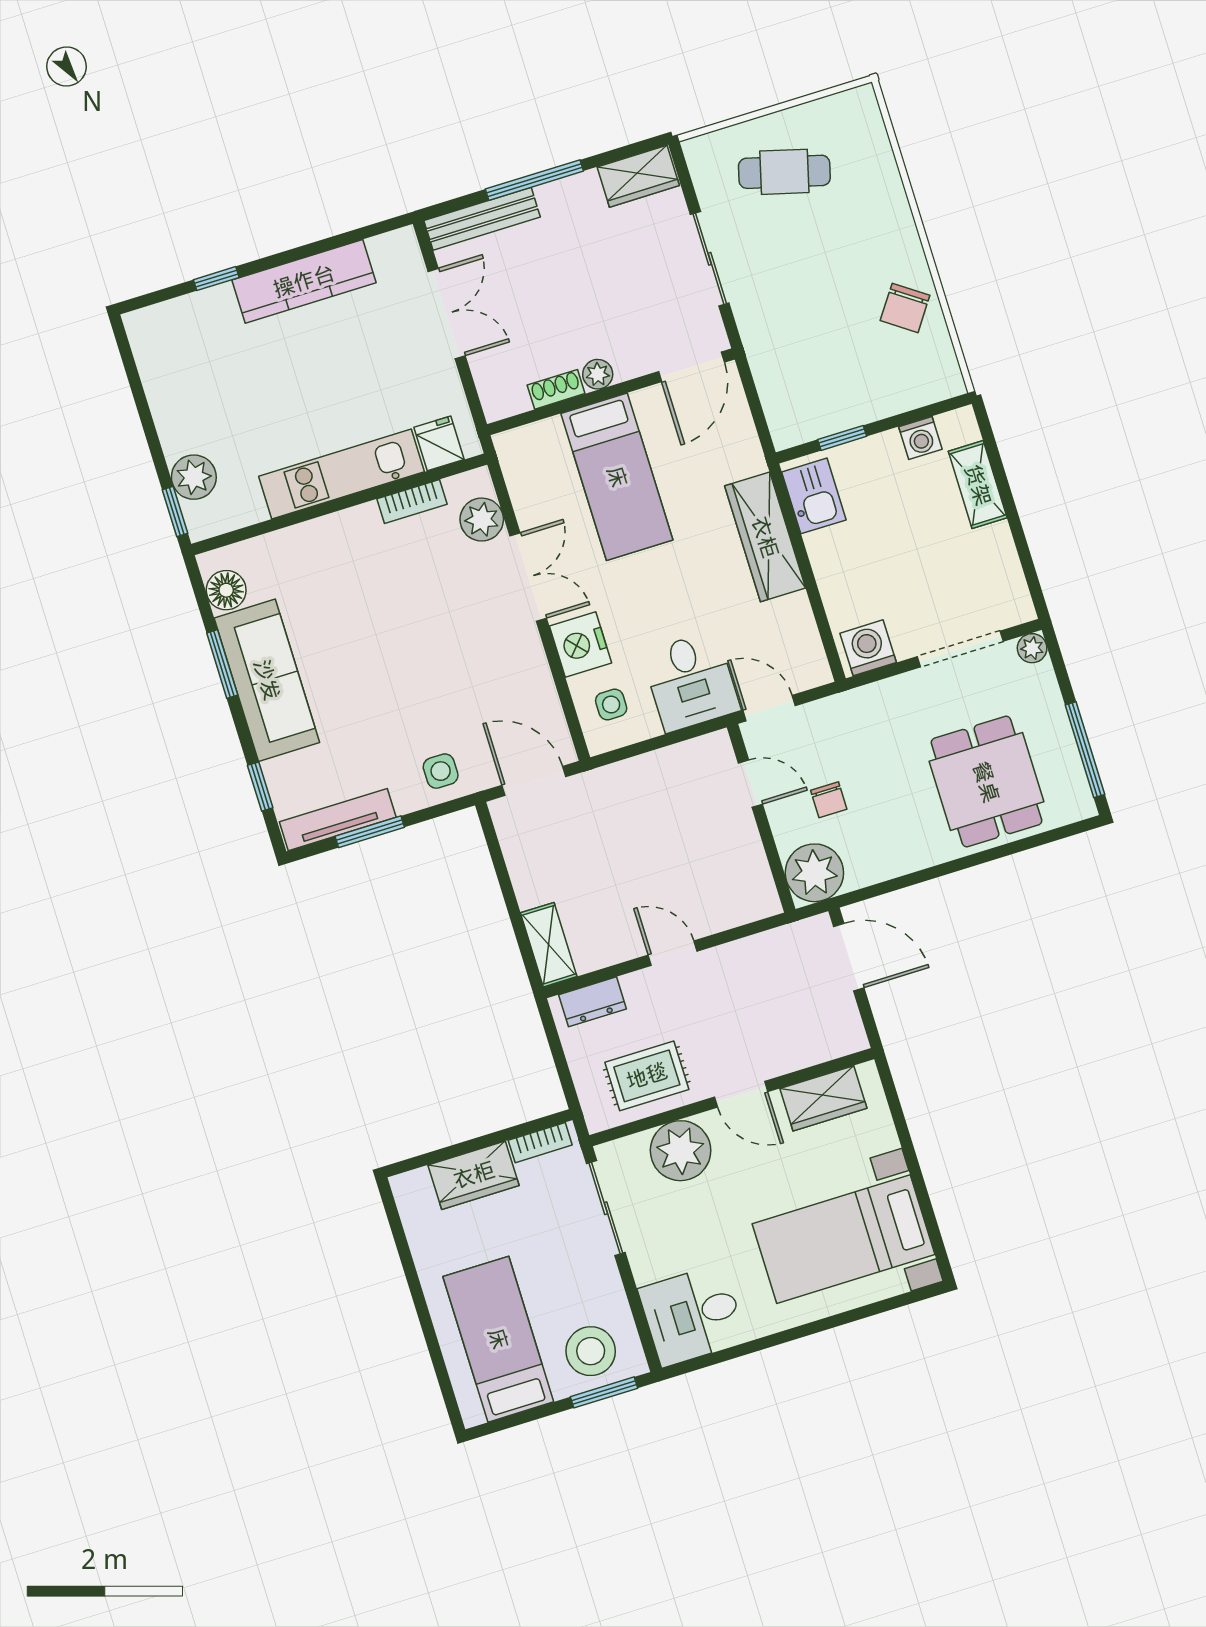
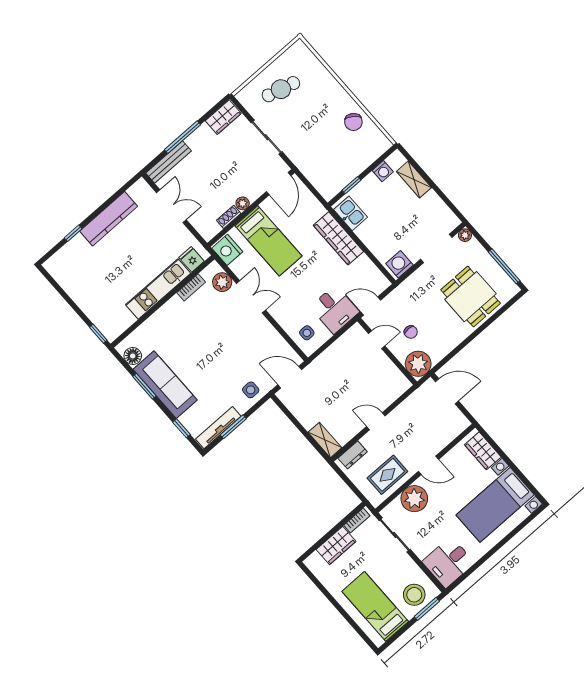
plant: (194, 477) -> (100, 317), removed
nightstand: (580, 645) -> (227, 250), moved
wardrobe: (823, 1098) -> (483, 451), moved, turned 90

